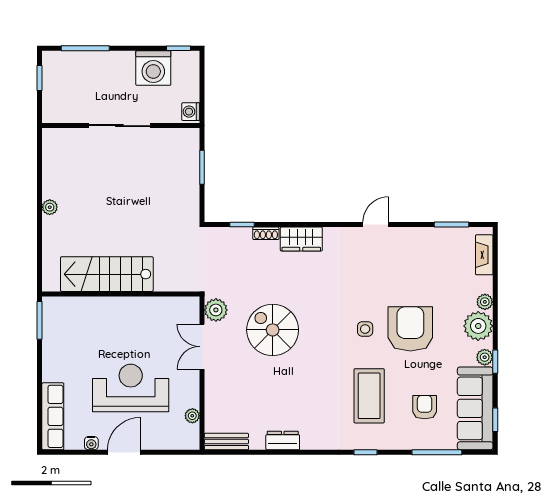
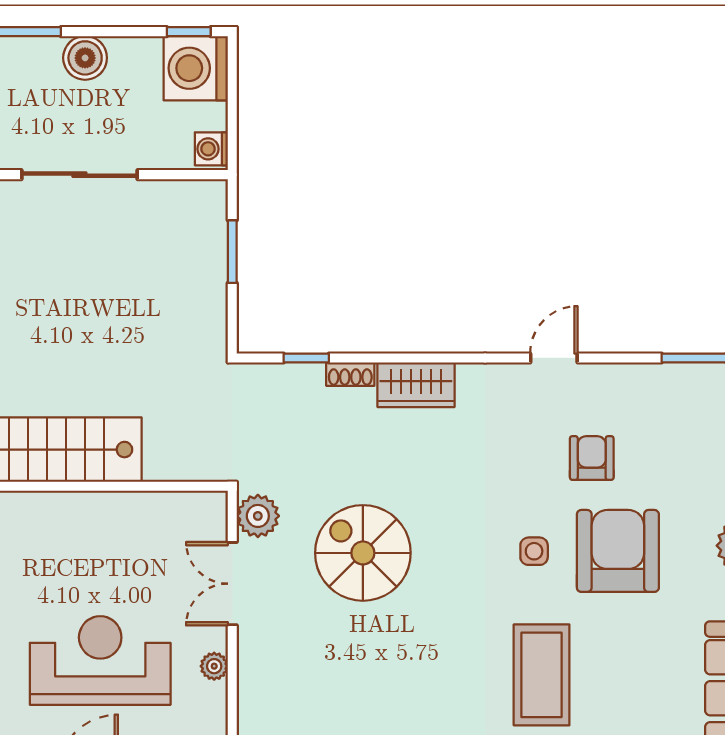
boiler: (123, 62) -> (85, 58), added
washing machine: (153, 68) -> (196, 68), moved, turned 90
armchair: (425, 407) -> (592, 458), moved
plant: (192, 416) -> (214, 666), moved

